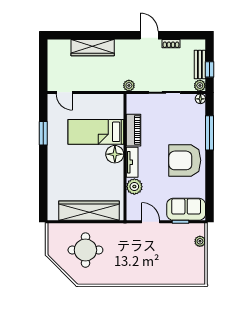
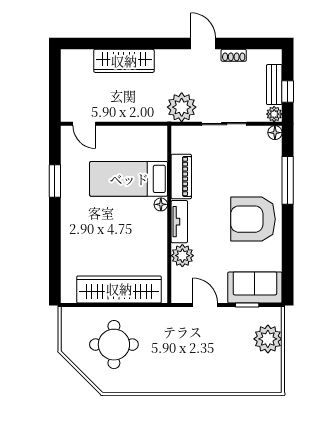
plant: (129, 85) -> (182, 107), width x1.87, depth x1.87
floor lamp: (115, 154) -> (161, 204), width x0.53, depth x0.53
plant: (200, 241) -> (268, 339), width x1.87, depth x1.87

